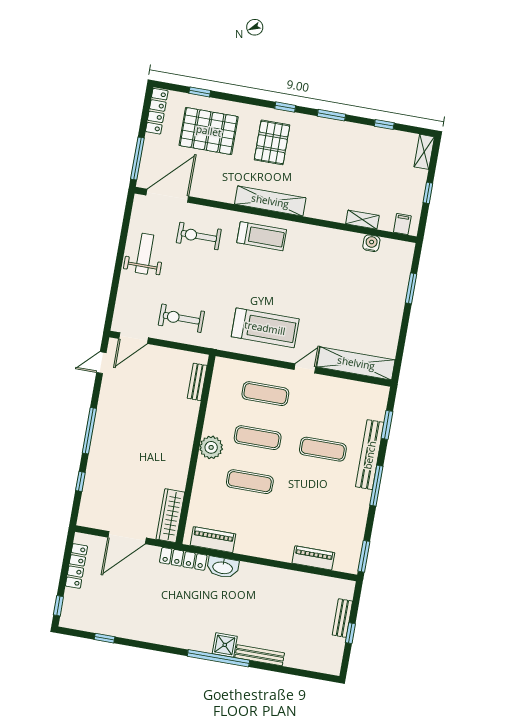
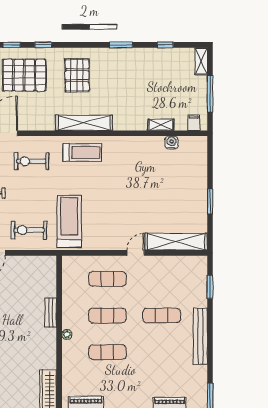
window: (285, 107) -> (43, 45), moved
window: (428, 193) -> (210, 94), width x2.17
window: (411, 288) -> (210, 201), moved
treadmill: (265, 328) -> (69, 221), moved, turned -90
bench: (197, 382) -> (51, 313), moved
plant: (211, 447) -> (67, 334), width x0.53, depth x0.53
bench: (370, 455) -> (200, 336), moved
window: (376, 486) -> (210, 337), removed

